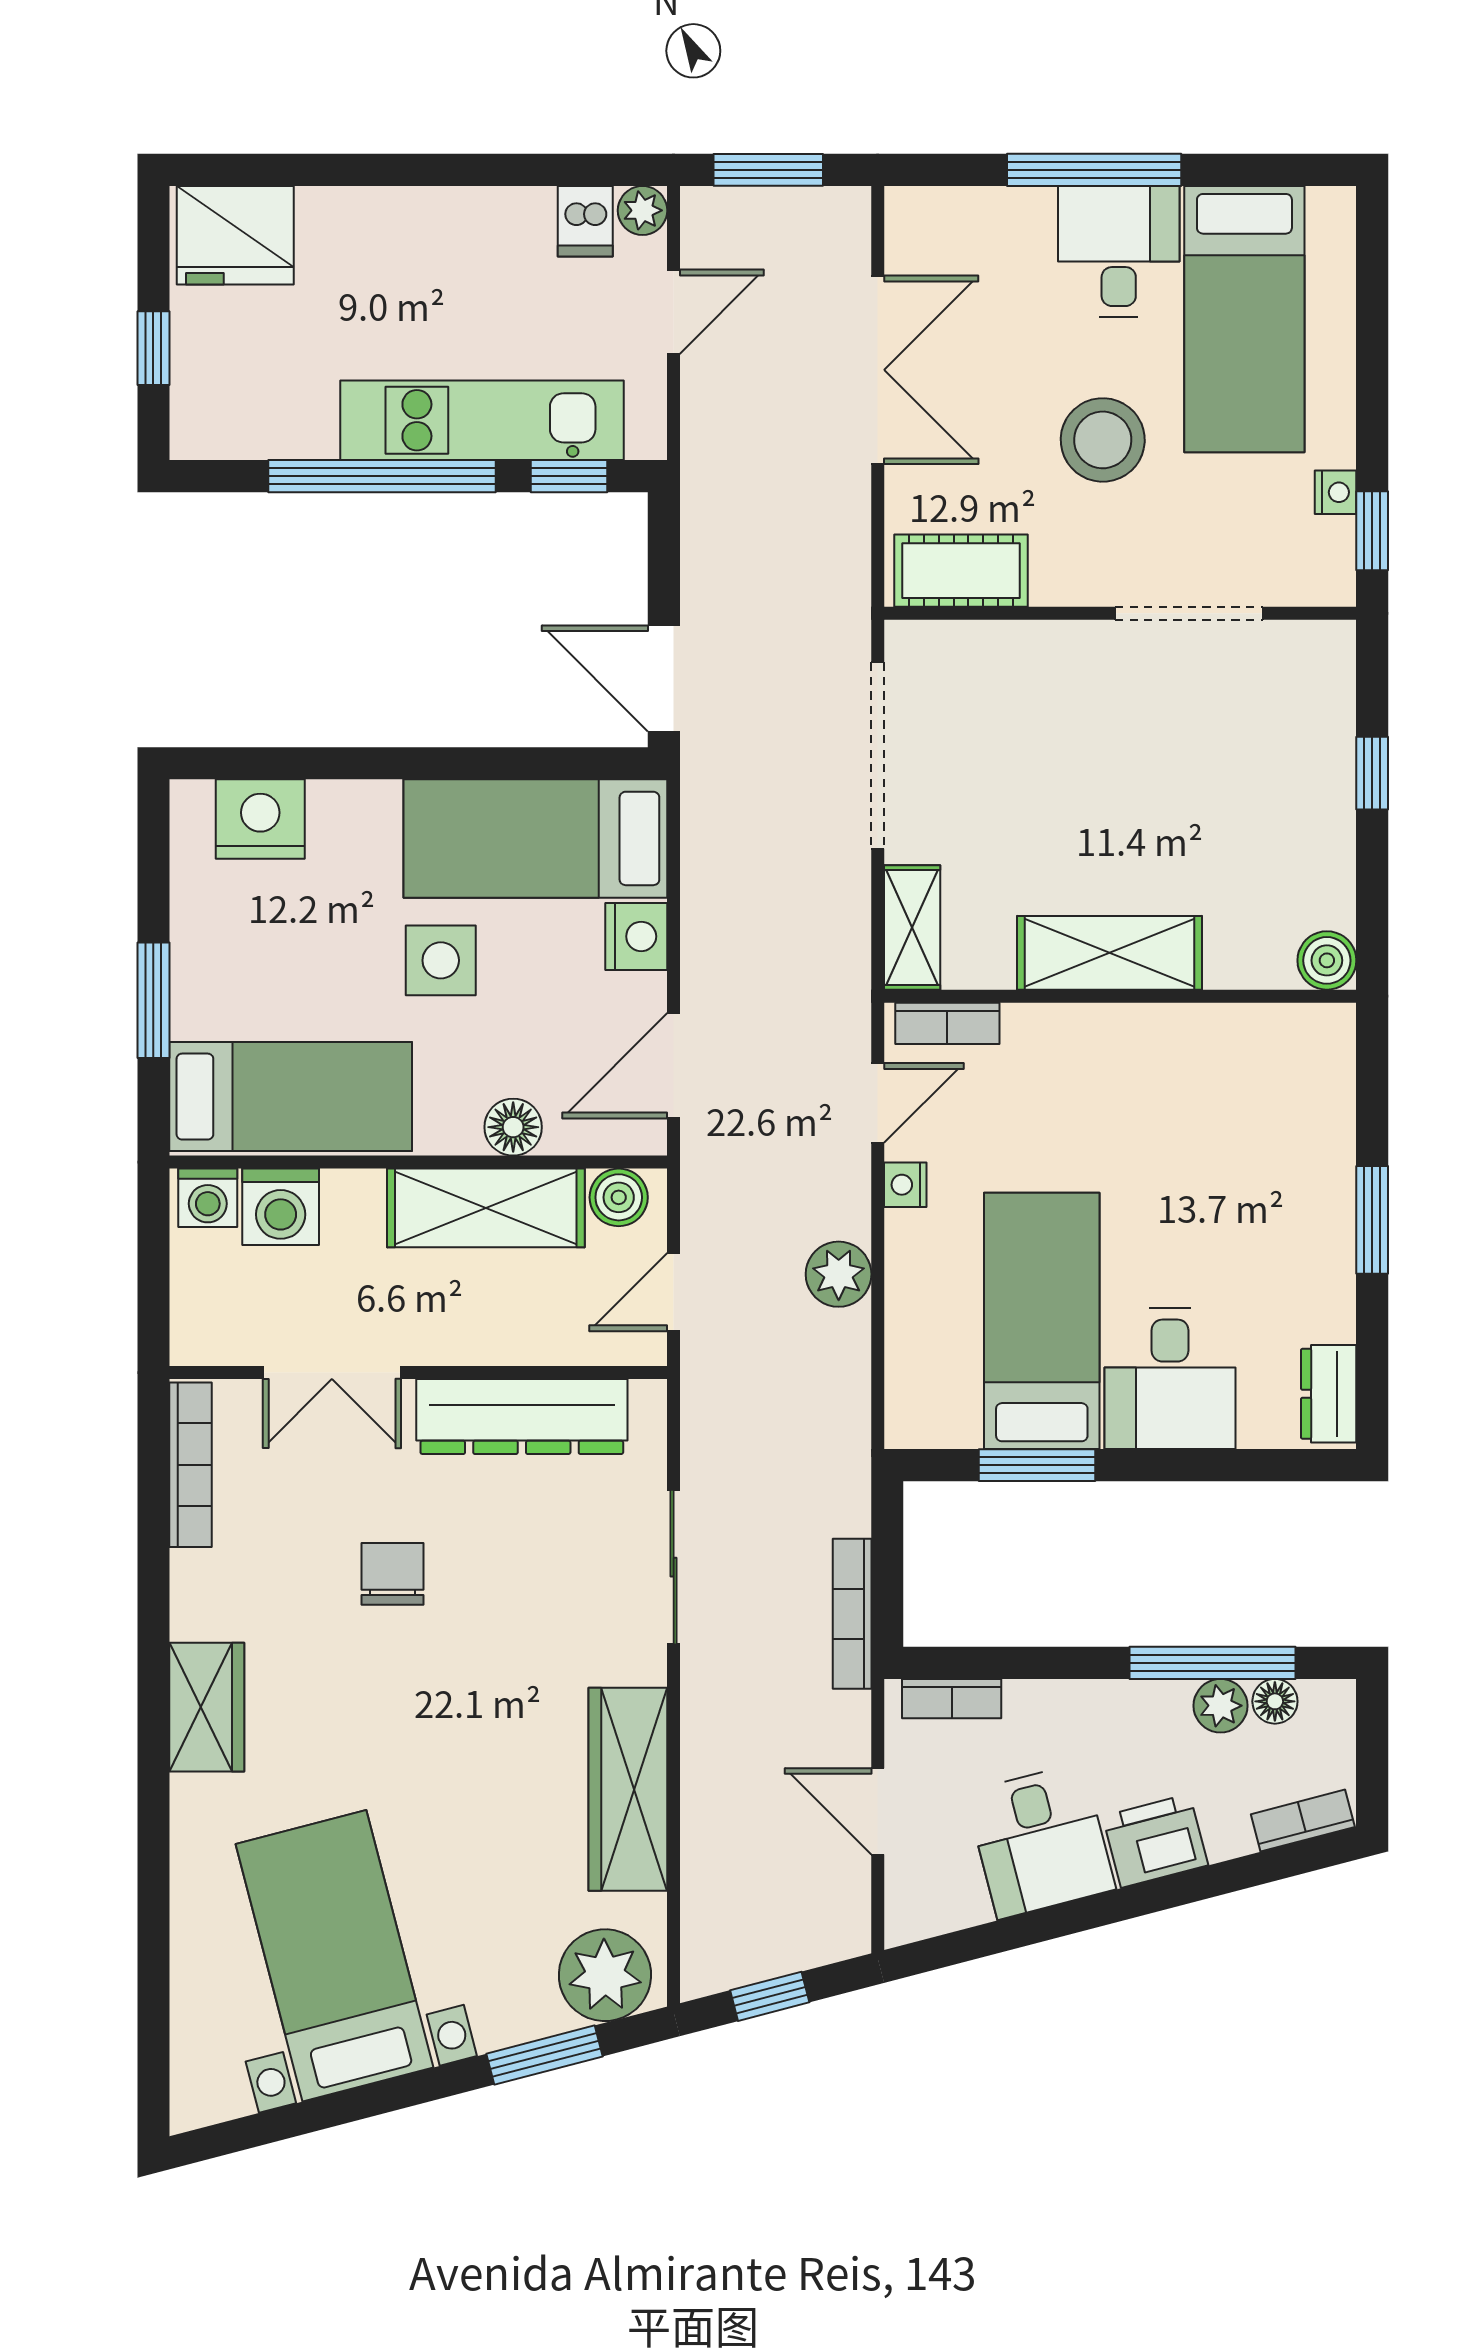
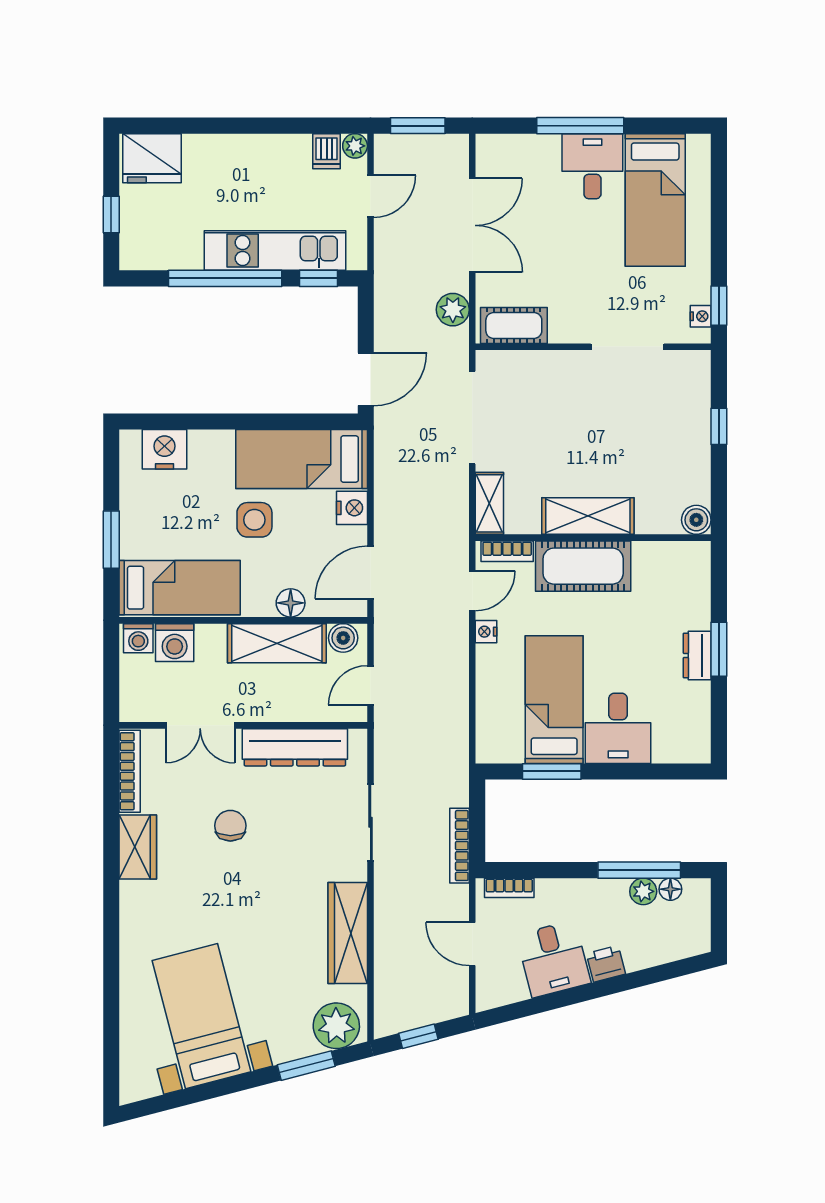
stool: (1103, 440) -> (585, 260), removed
nightstand: (1336, 492) -> (701, 316), moved
door: (664, 678) -> (366, 379), swing flipped
cot: (1100, 1053) -> (583, 566), added
plant: (839, 1274) -> (453, 310), moved
dresser: (1329, 1394) -> (697, 655), moved
wardrobe: (207, 1707) -> (138, 847), moved
bookcase: (1303, 1821) -> (684, 949), removed
printer: (1155, 1841) -> (606, 964), width x0.73, depth x0.81

